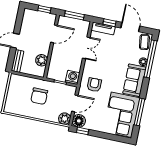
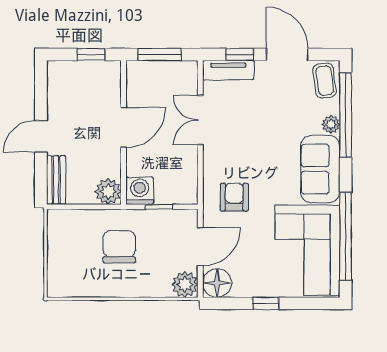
door: (54, 34) -> (123, 127), moved
double door: (86, 48) -> (200, 120), swing flipped
plant: (42, 60) -> (108, 191), moved
washing machine: (73, 77) -> (140, 191), moved
chair: (39, 96) -> (119, 247), turned 180
window: (139, 112) -> (346, 236), width x1.46
window: (83, 131) -> (266, 303), moved

